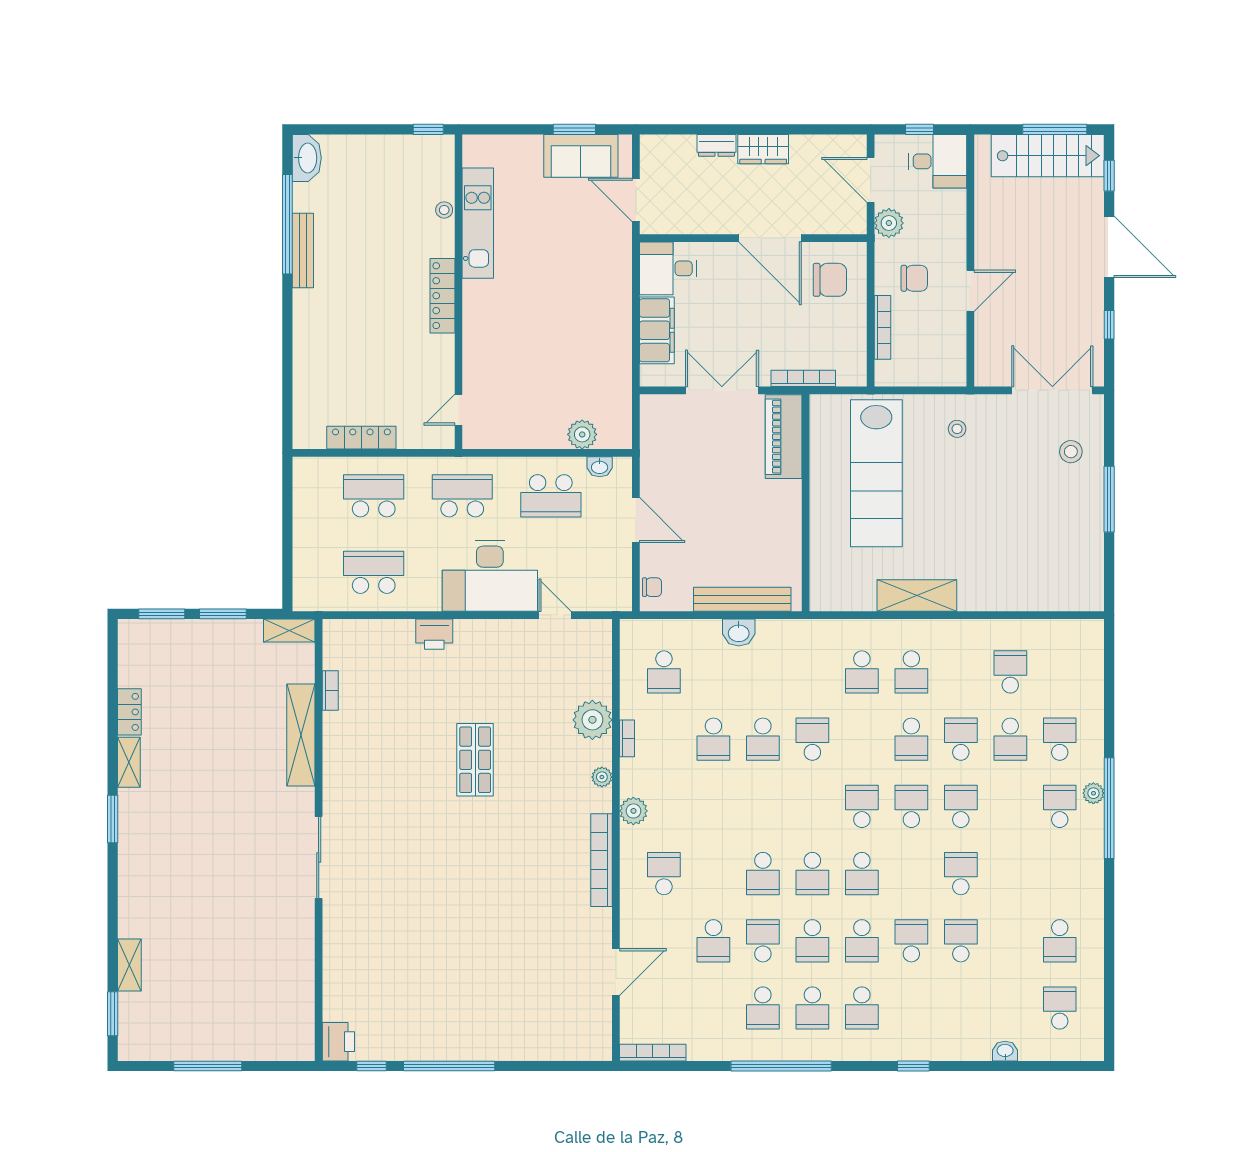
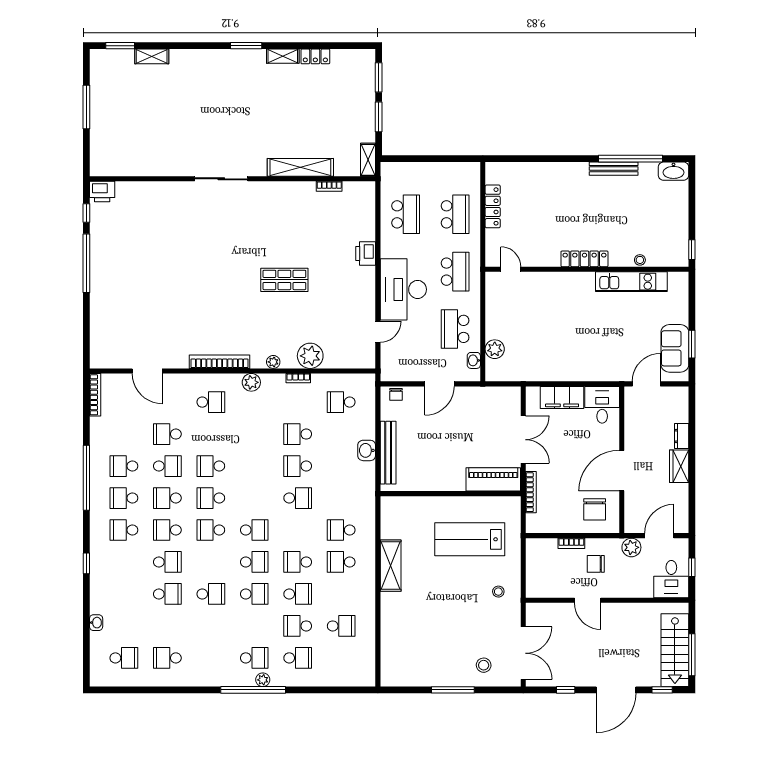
chair: (914, 278) -> (596, 564), turned 90
bookcase: (883, 327) -> (571, 543), width x0.64
lab bench: (876, 473) -> (470, 539), width x0.73

